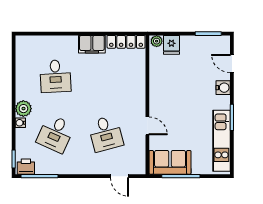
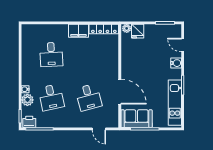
plant: (23, 109) -> (27, 100), moved
door: (147, 126) -> (120, 92), width x1.87
desk: (55, 134) -> (51, 97), turned -36

